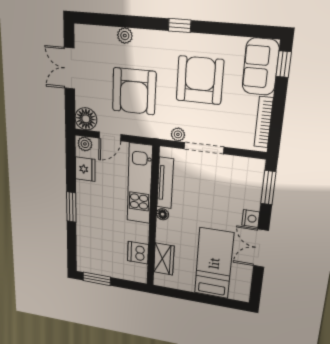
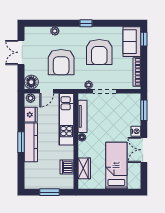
armchair: (200, 80) -> (99, 52), turned 180
kitchen counter: (85, 210) -> (31, 142), added
window: (97, 279) -> (50, 192), moved

